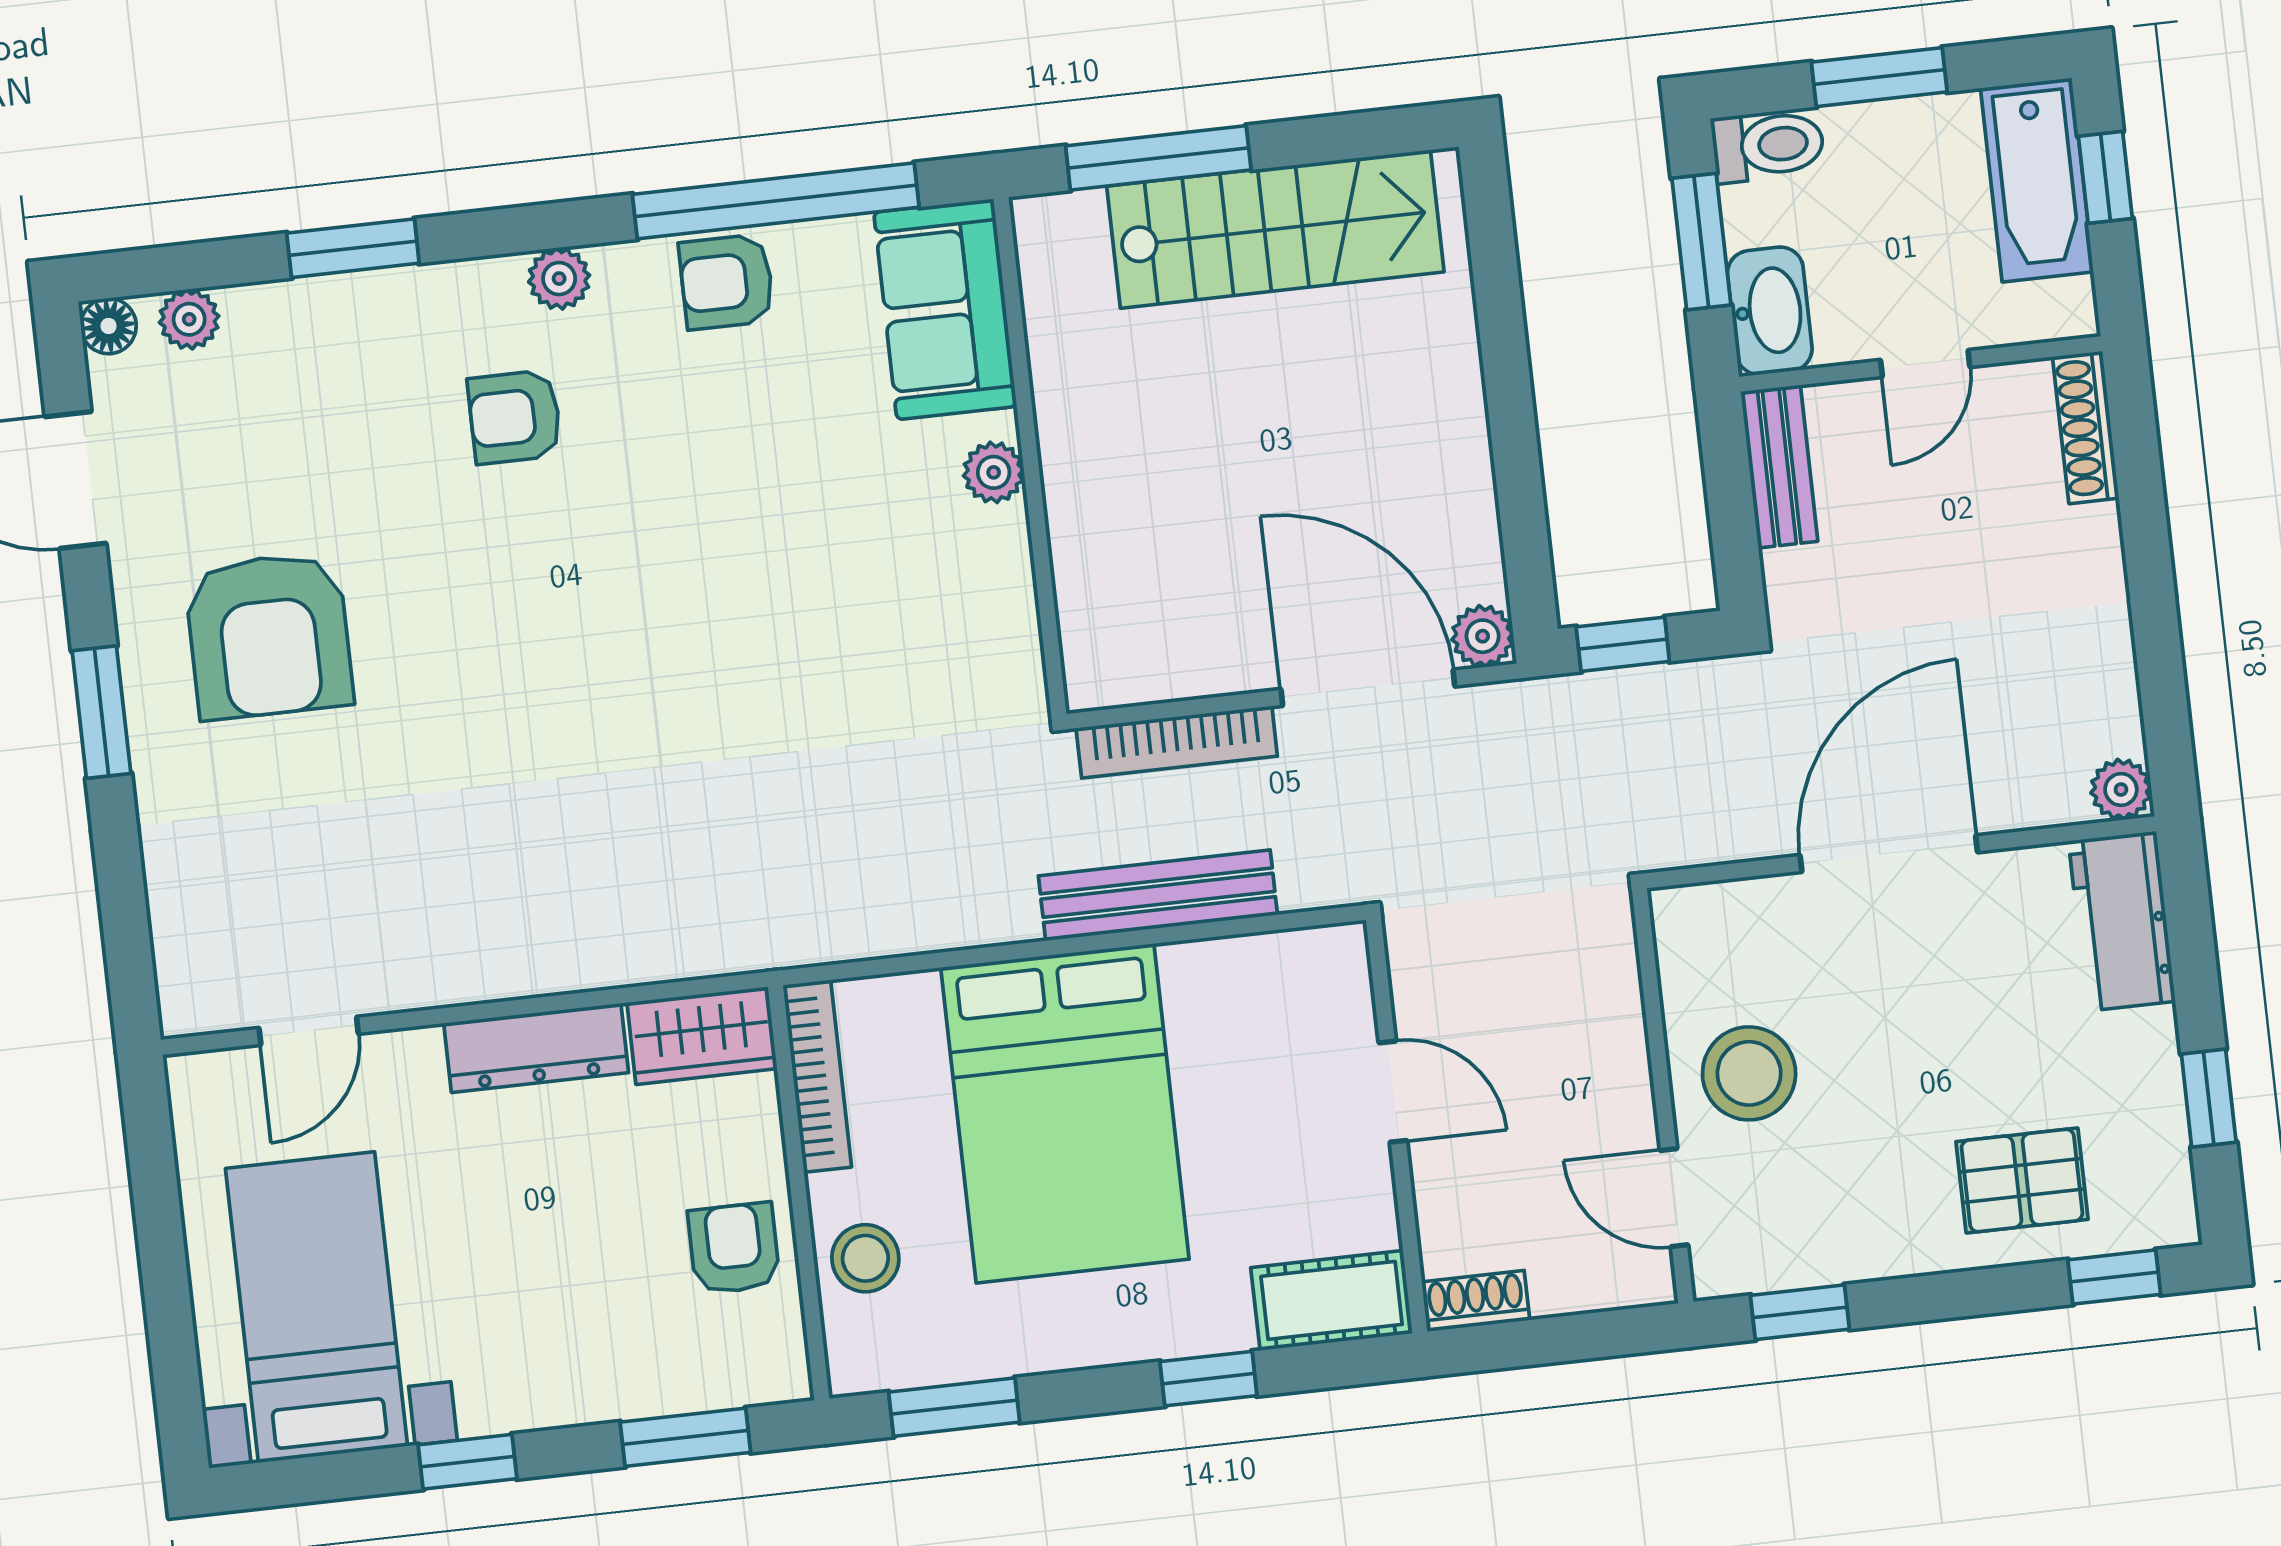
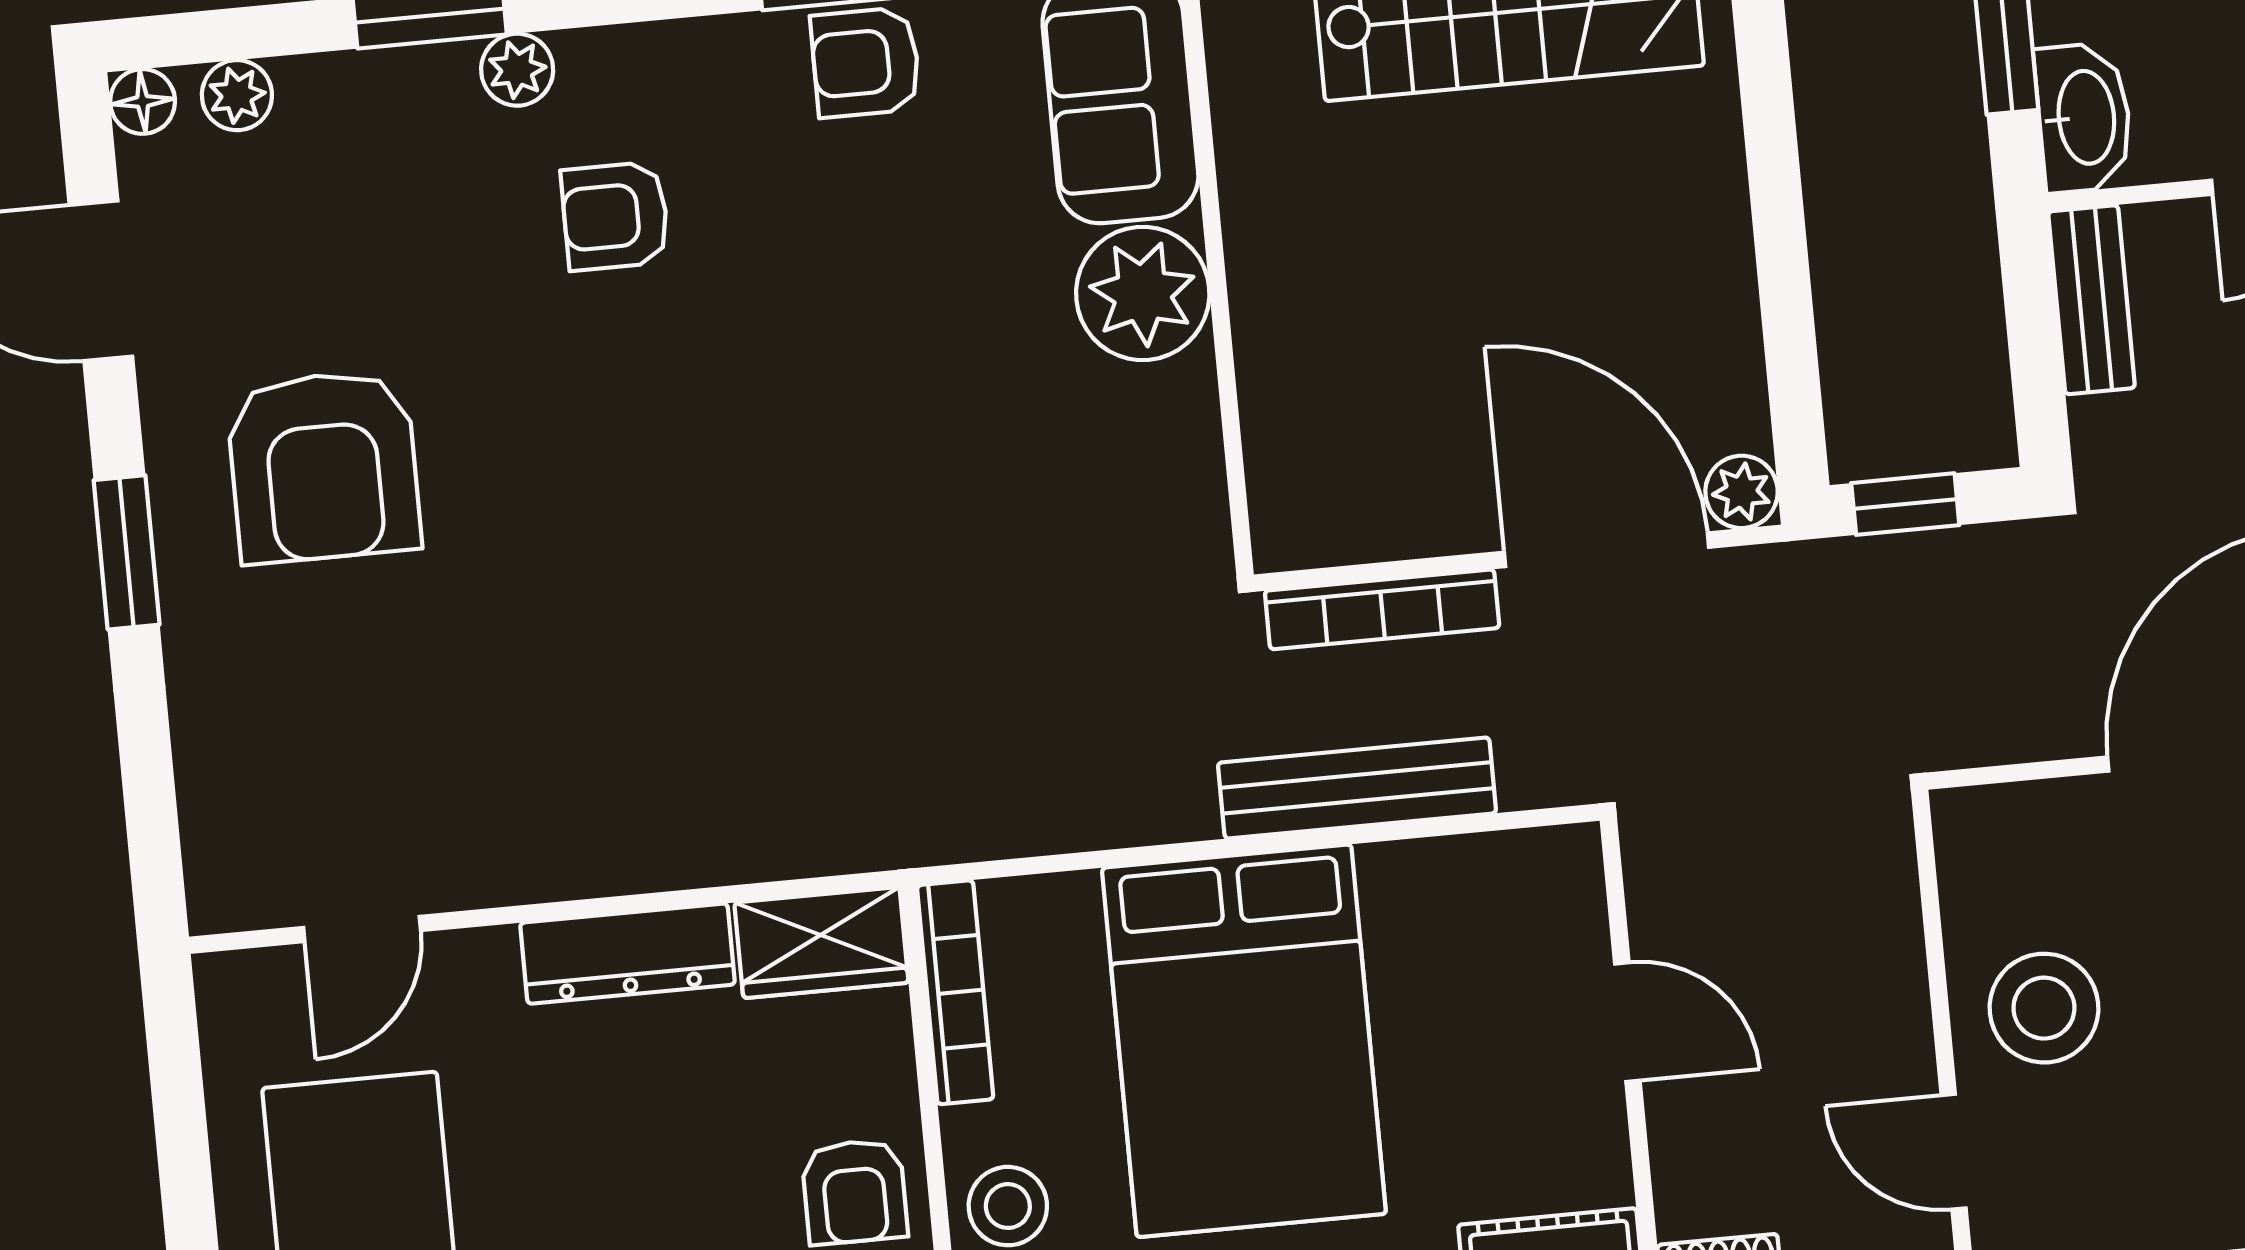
plant: (559, 279) -> (517, 70), moved
plant: (994, 472) -> (1143, 293), width x1.87, depth x1.87
armchair: (734, 1248) -> (854, 1192), turned 180

